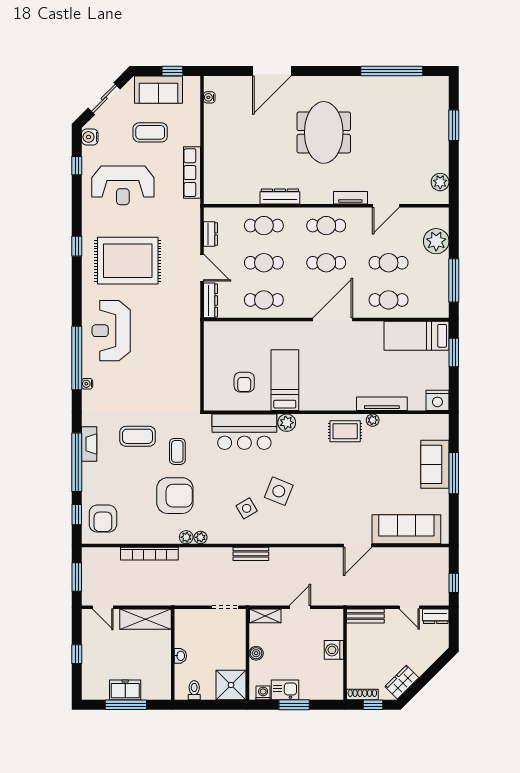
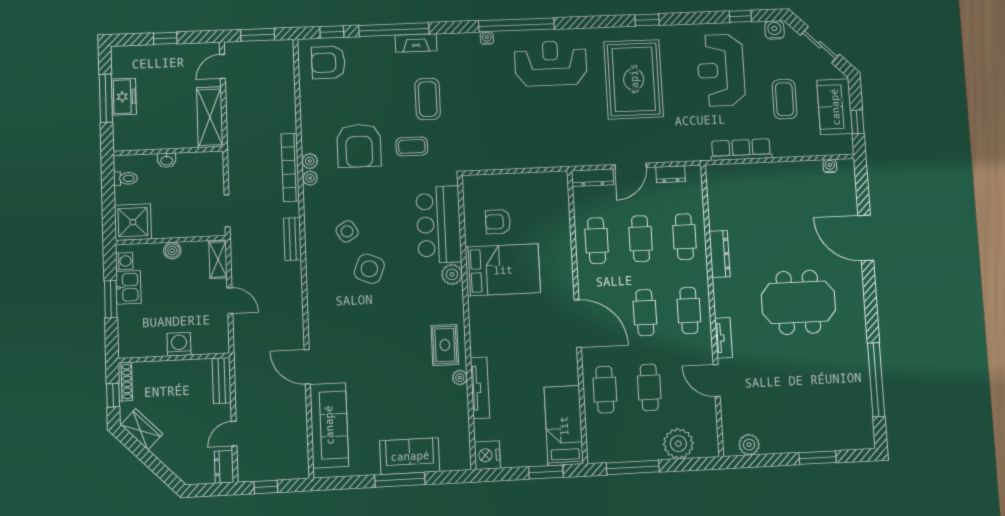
bed: (285, 380) -> (503, 270), width x1.50
bookcase: (149, 554) -> (290, 167), moved

